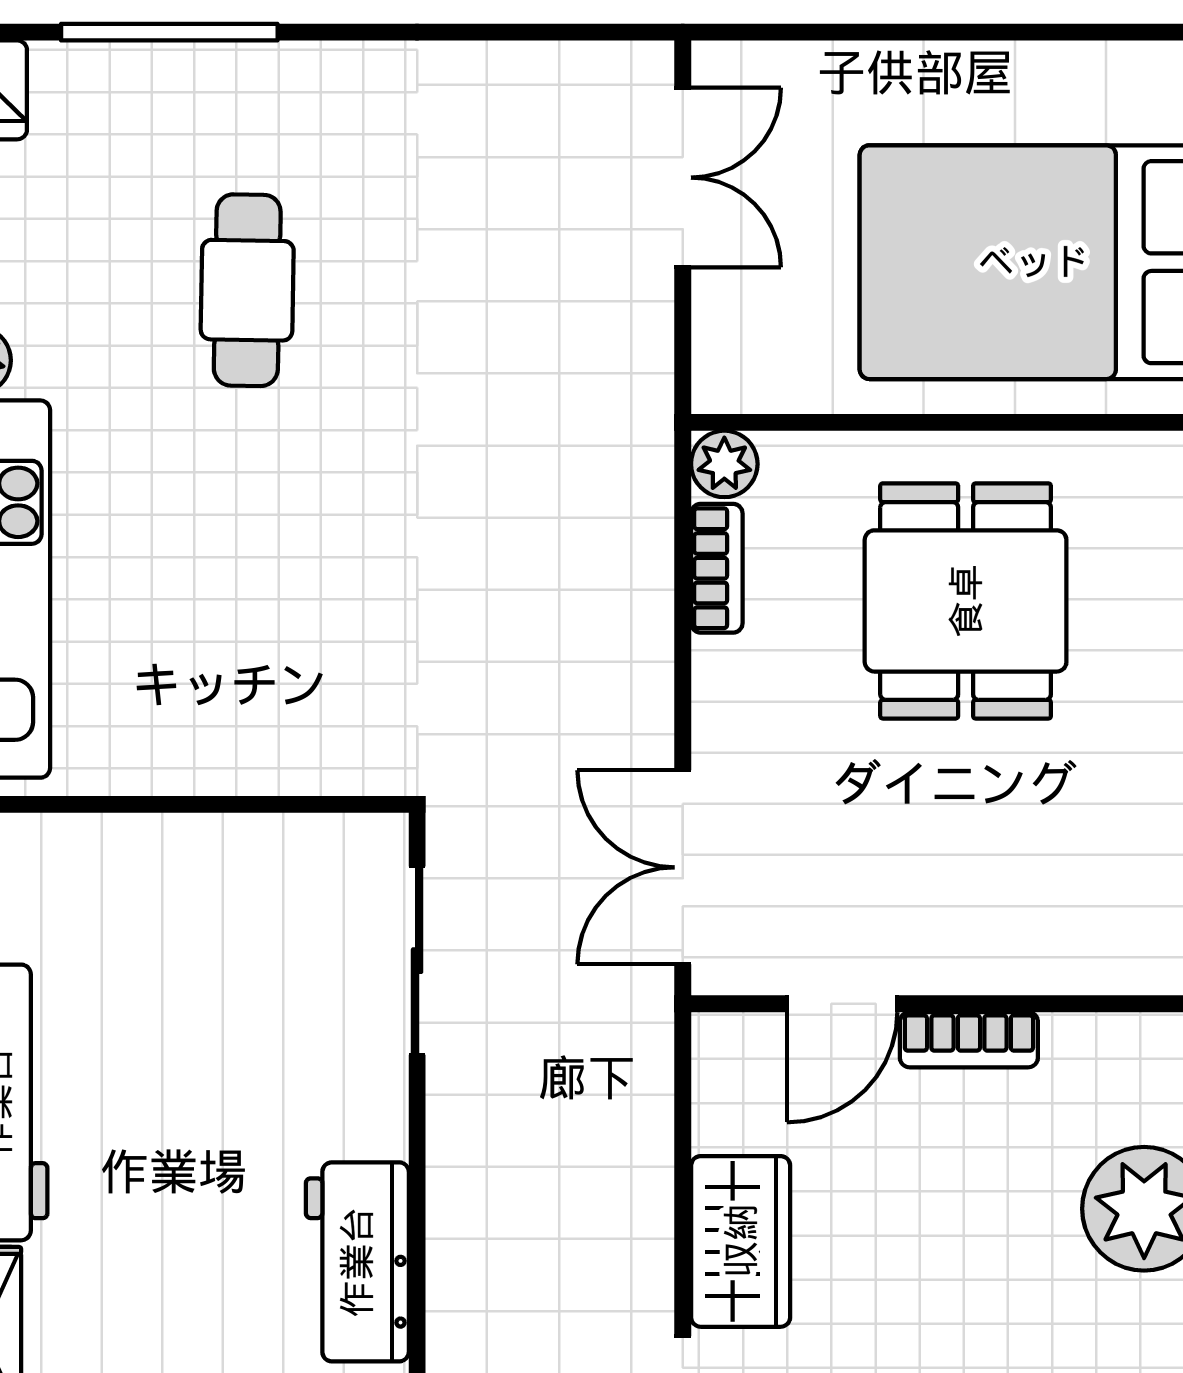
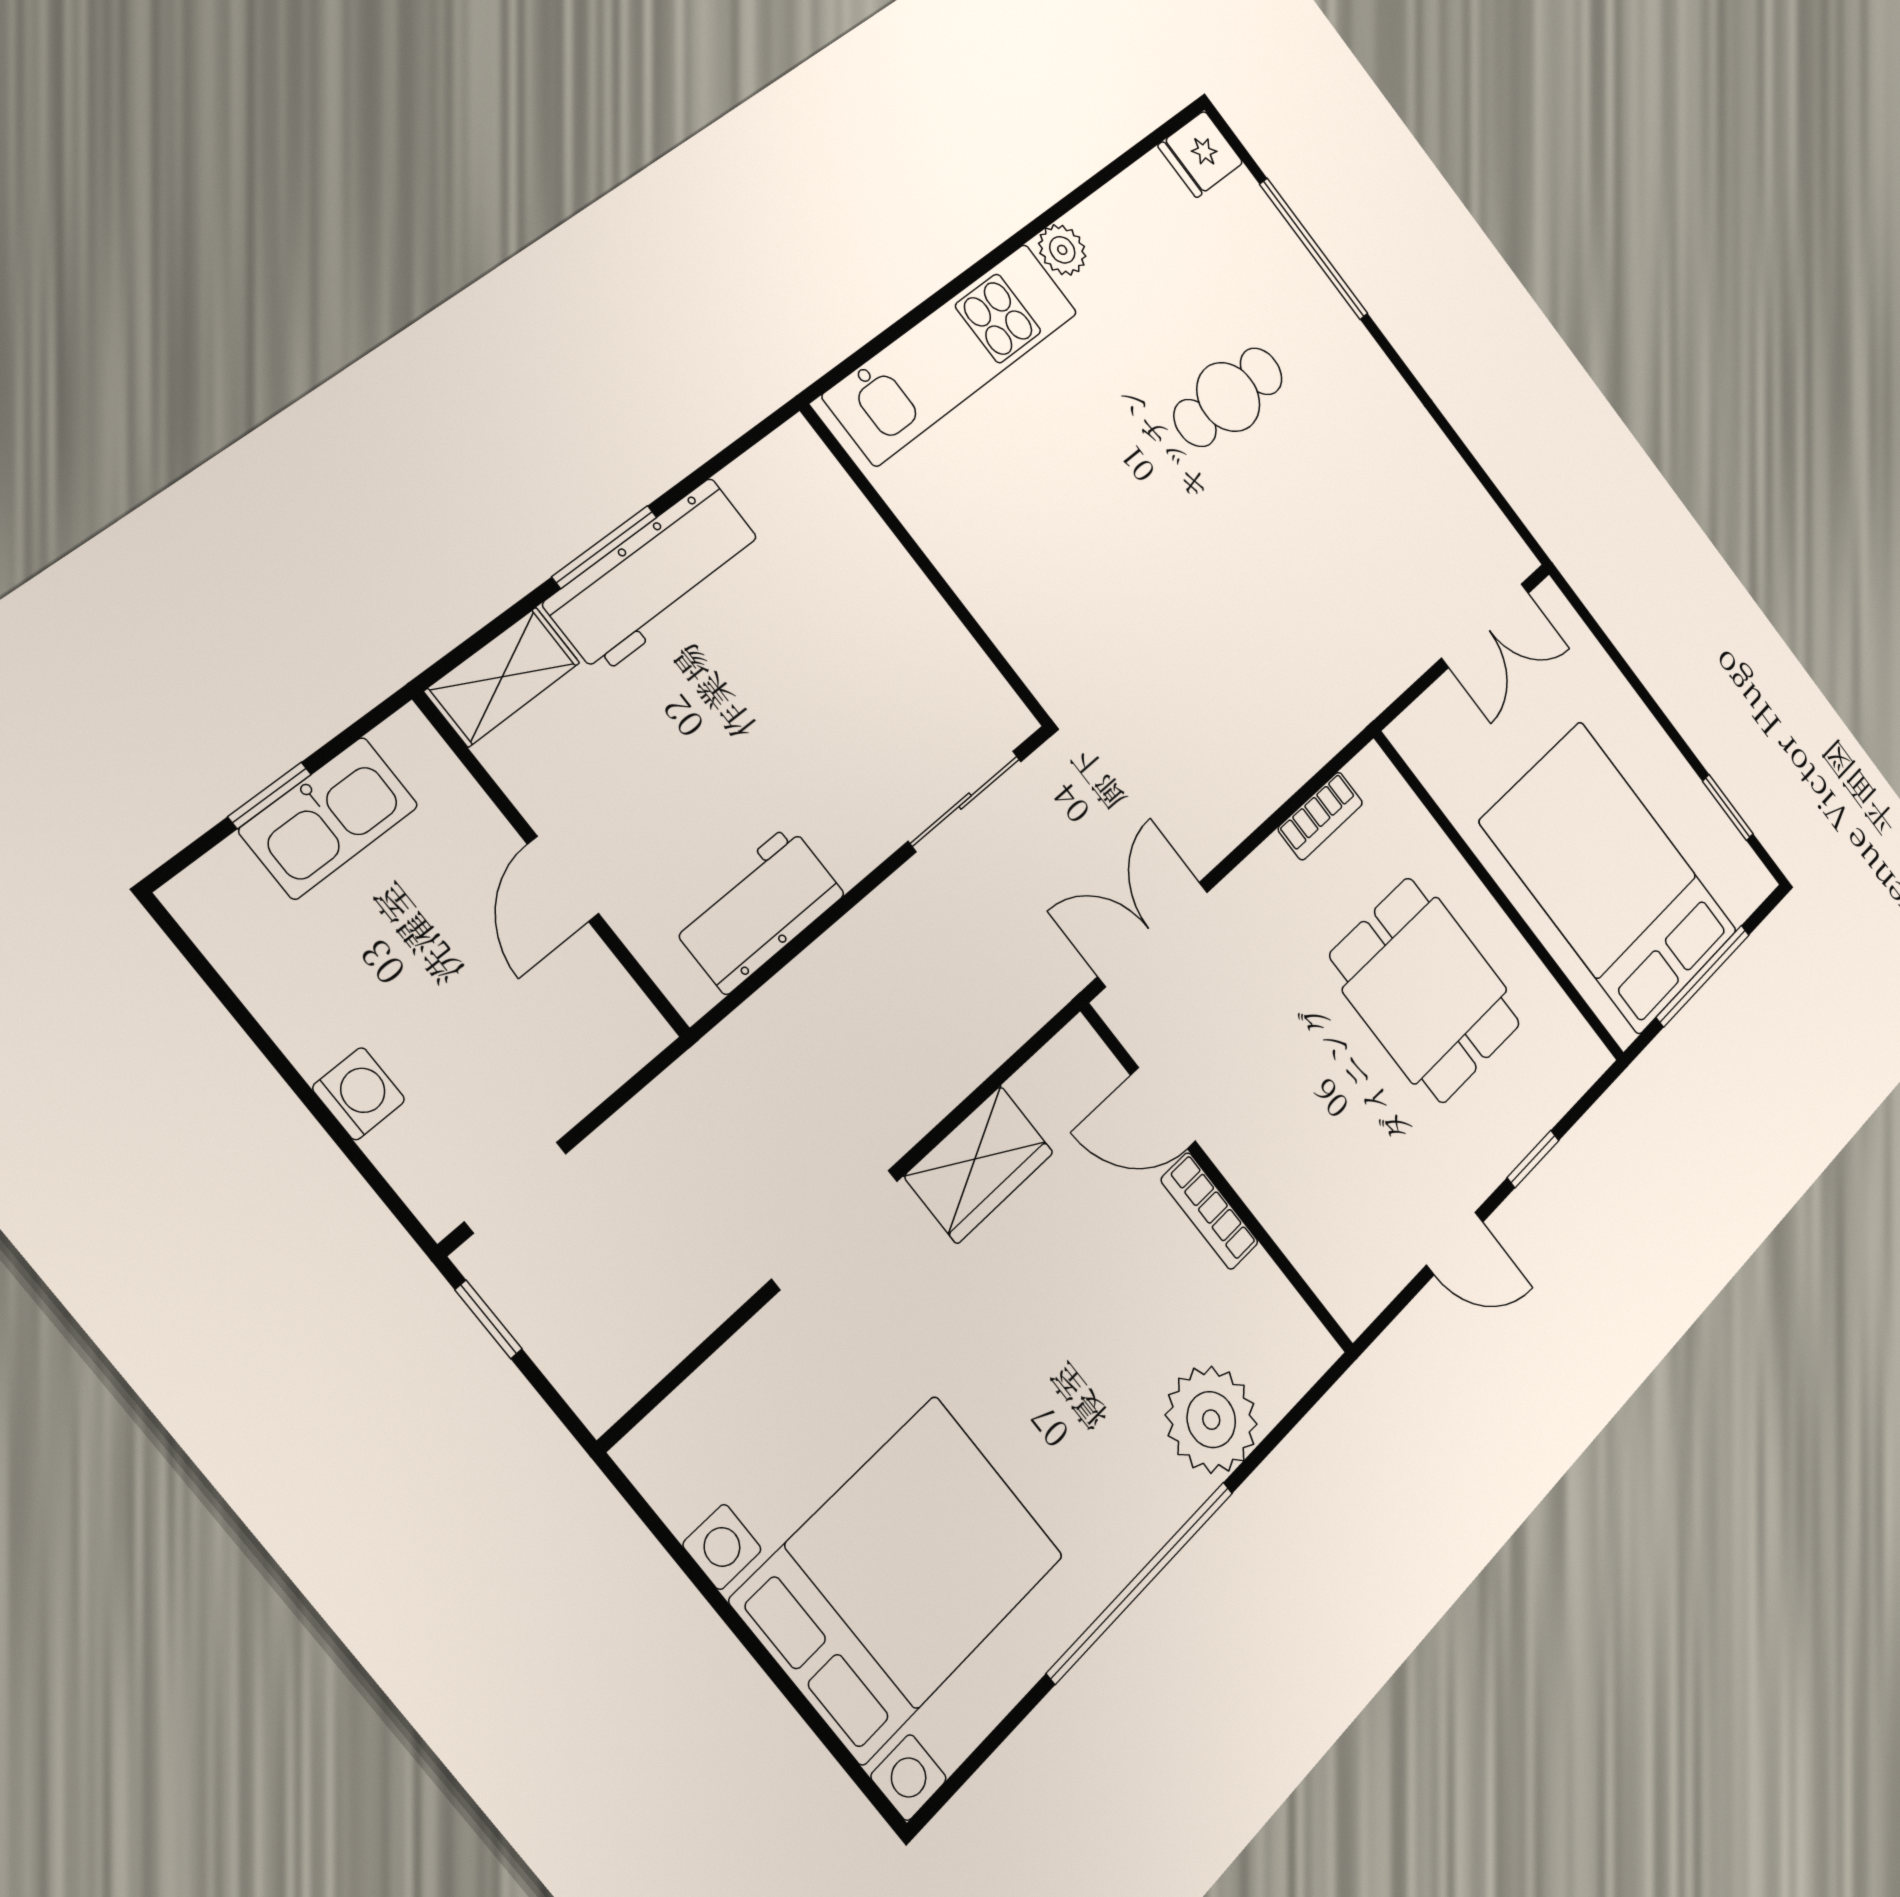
window: (1082, 32) -> (1728, 807), added
plant: (724, 464) -> (1374, 774), removed
dining table: (966, 601) -> (1425, 990), turned 90

